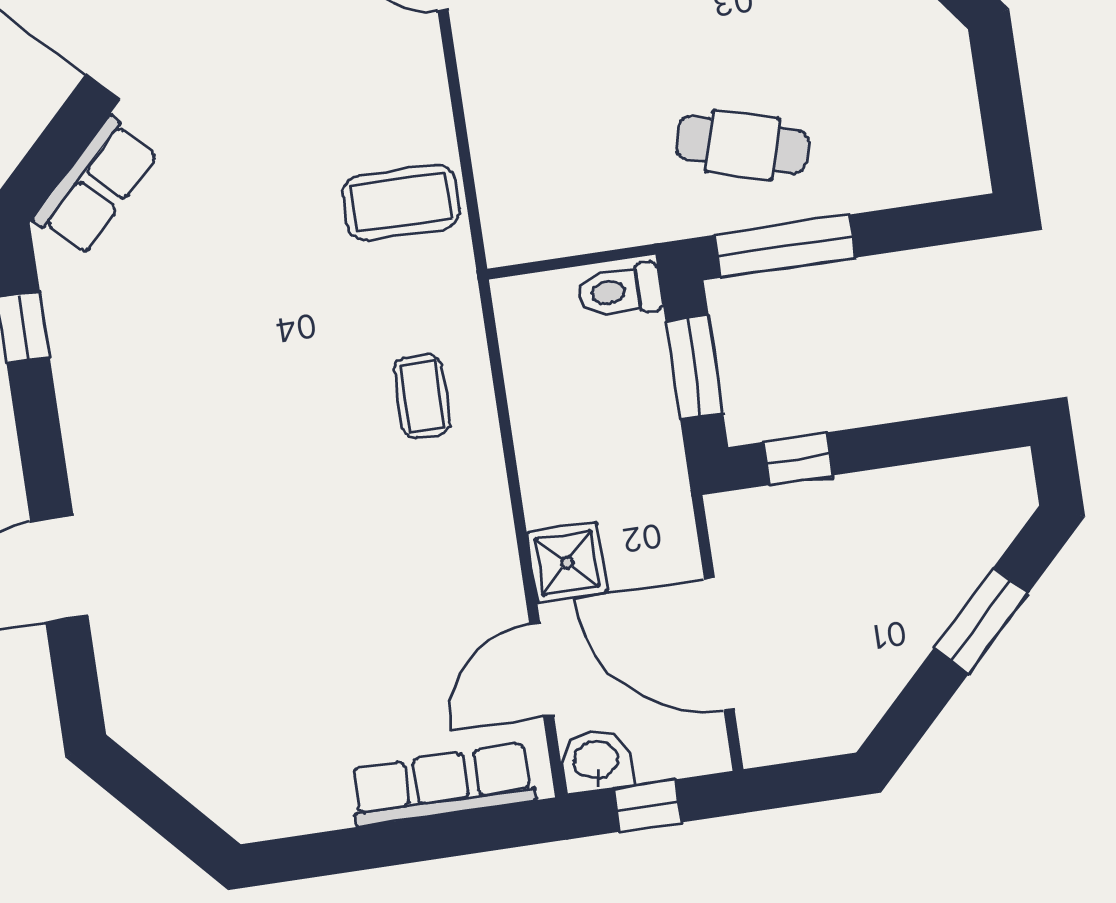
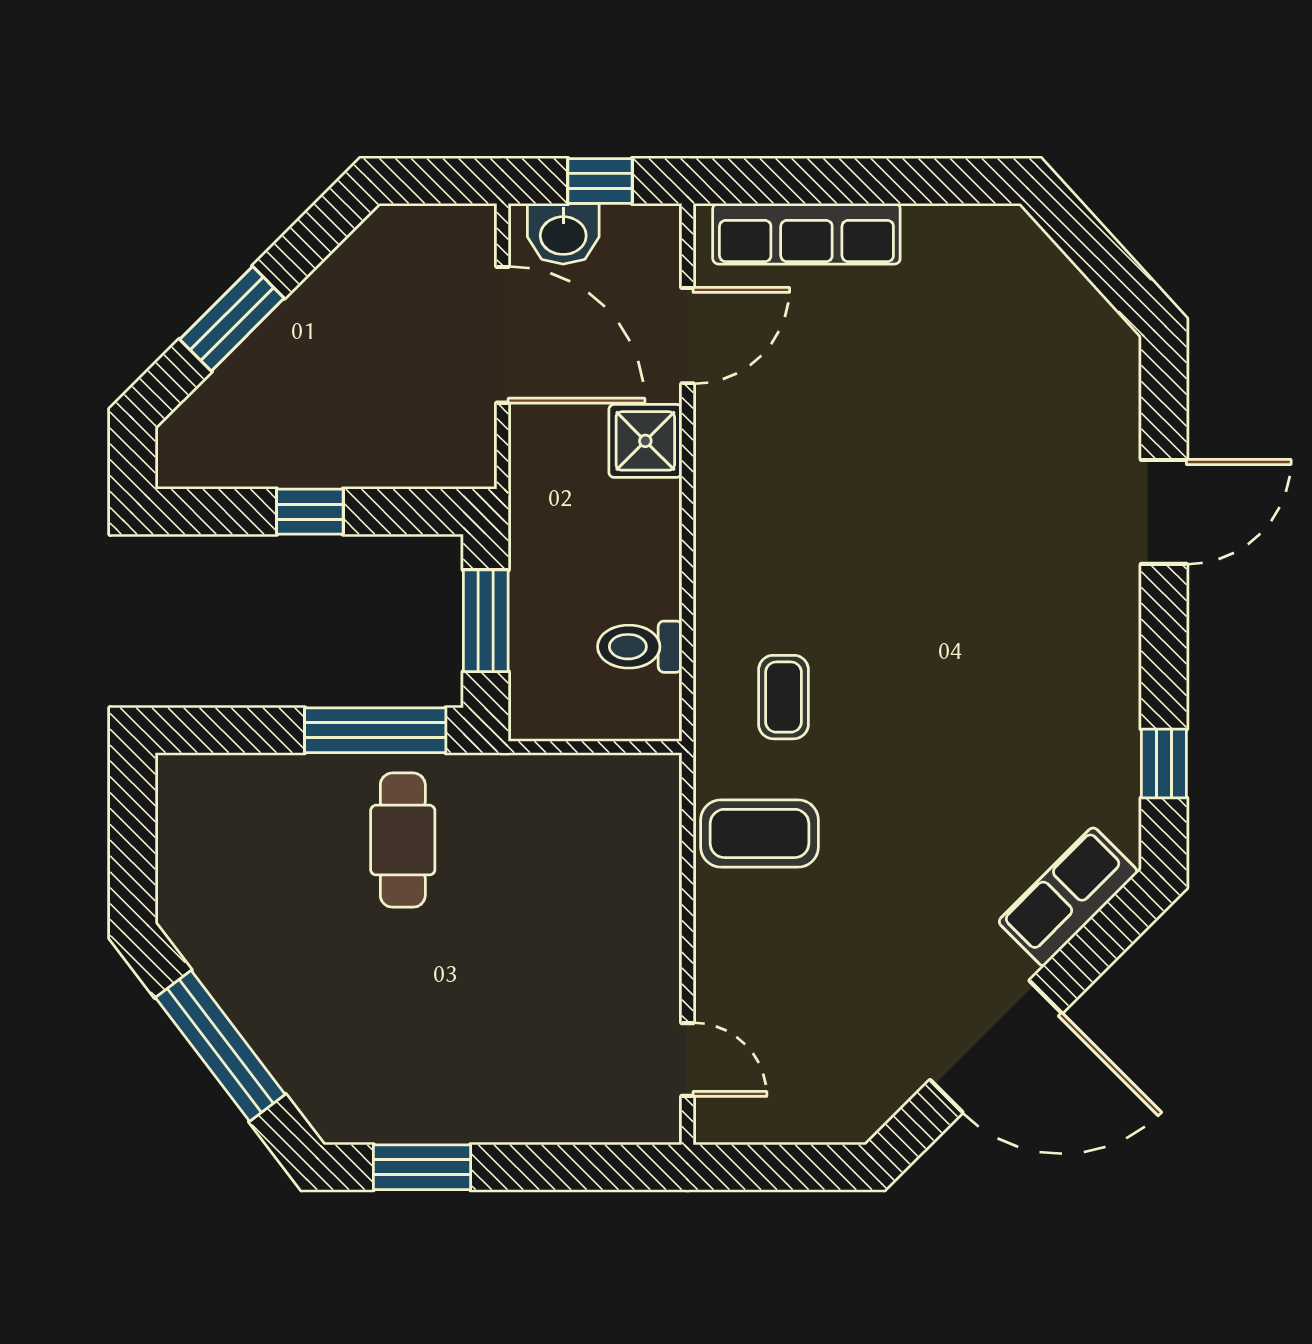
cafe table: (742, 145) -> (403, 840), turned 74
toilet: (620, 291) -> (640, 647), moved, turned 180
coffee table: (422, 396) -> (783, 697), moved
window: (798, 459) -> (310, 512), moved
washbasin: (596, 761) -> (563, 234), moved

